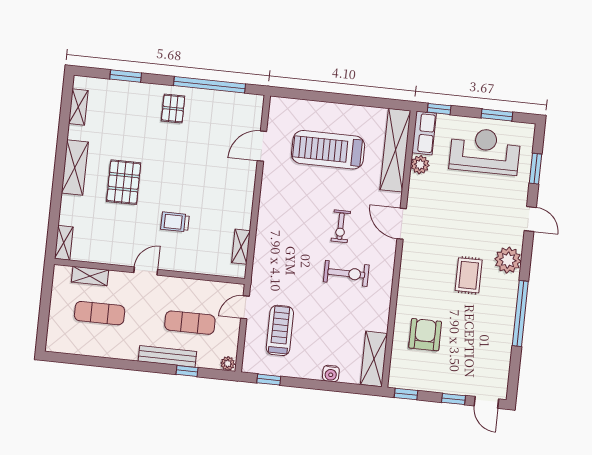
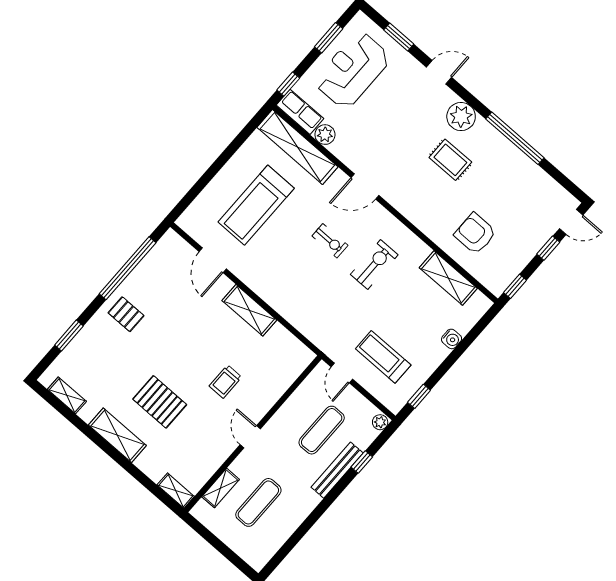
shelving: (241, 247) -> (249, 310), moved, width x1.50, depth x1.33
shelving: (374, 359) -> (448, 278), moved

